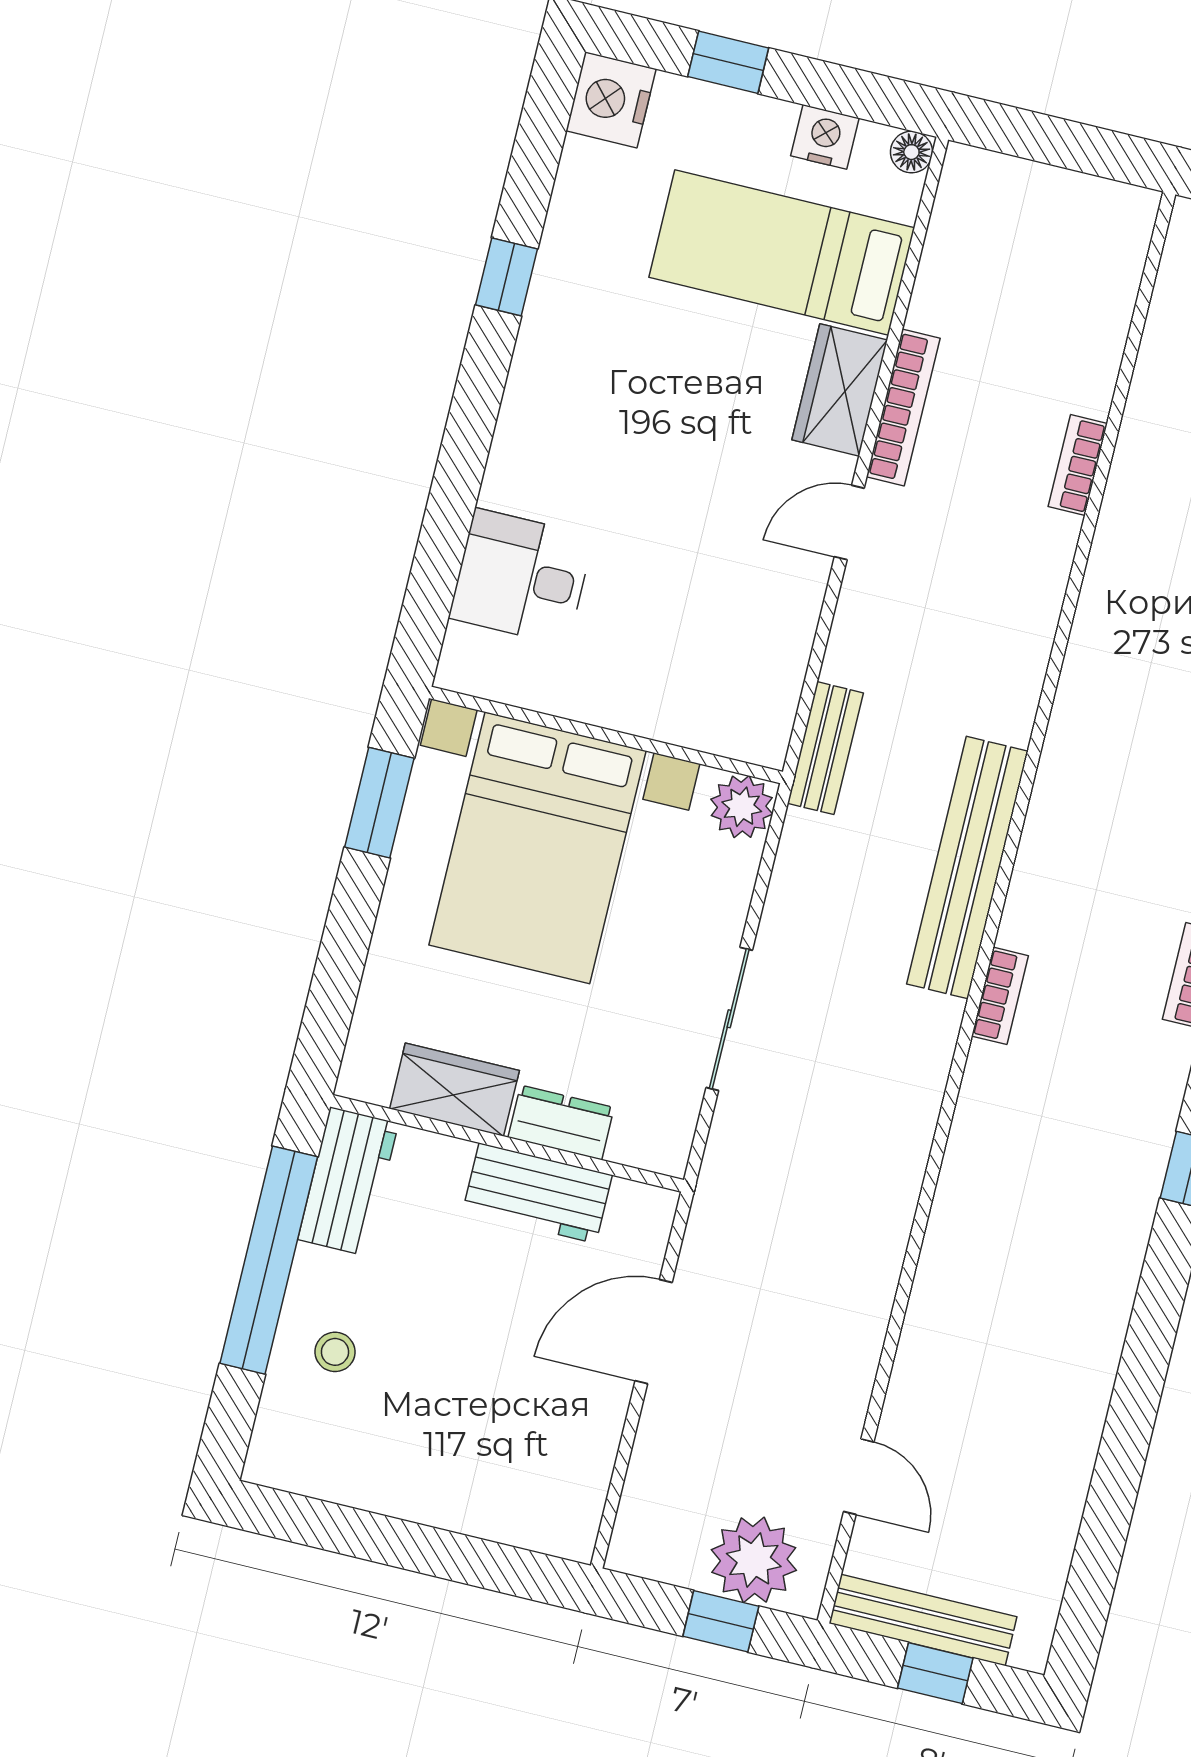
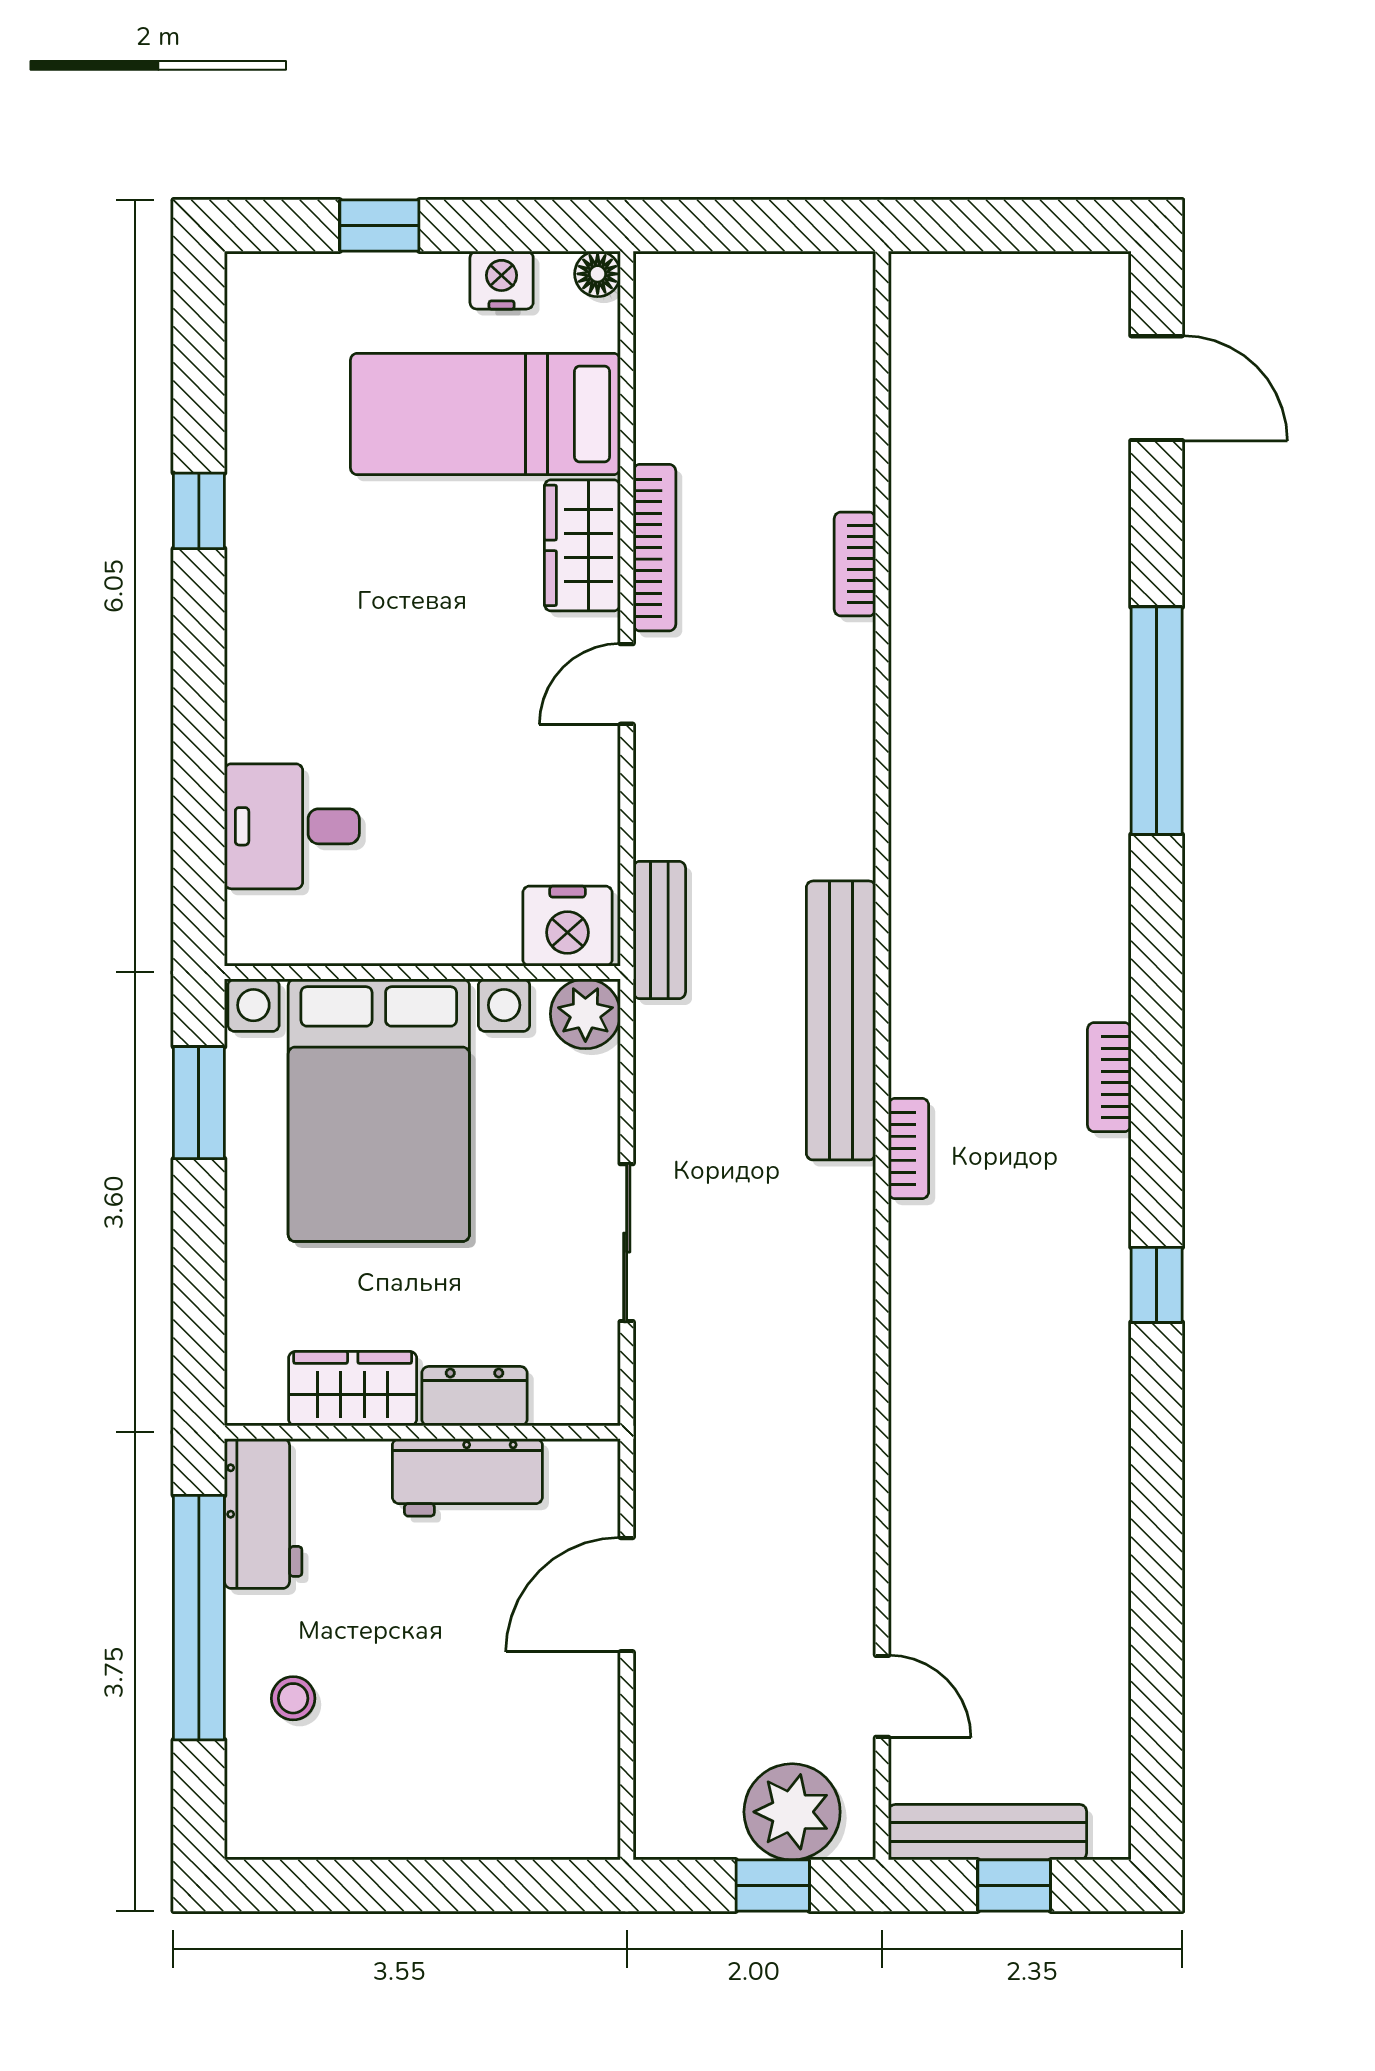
nightstand: (611, 100) -> (567, 926), moved, turned -90

